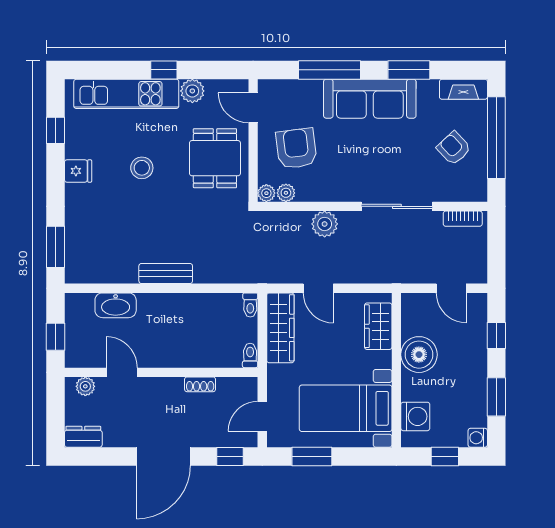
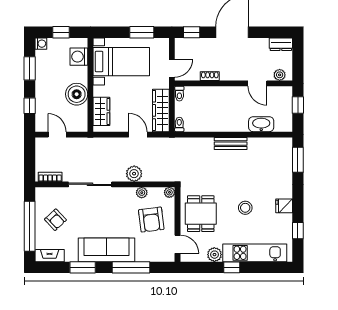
plant: (286, 193) -> (142, 193), moved
door: (262, 416) -> (172, 68), moved

